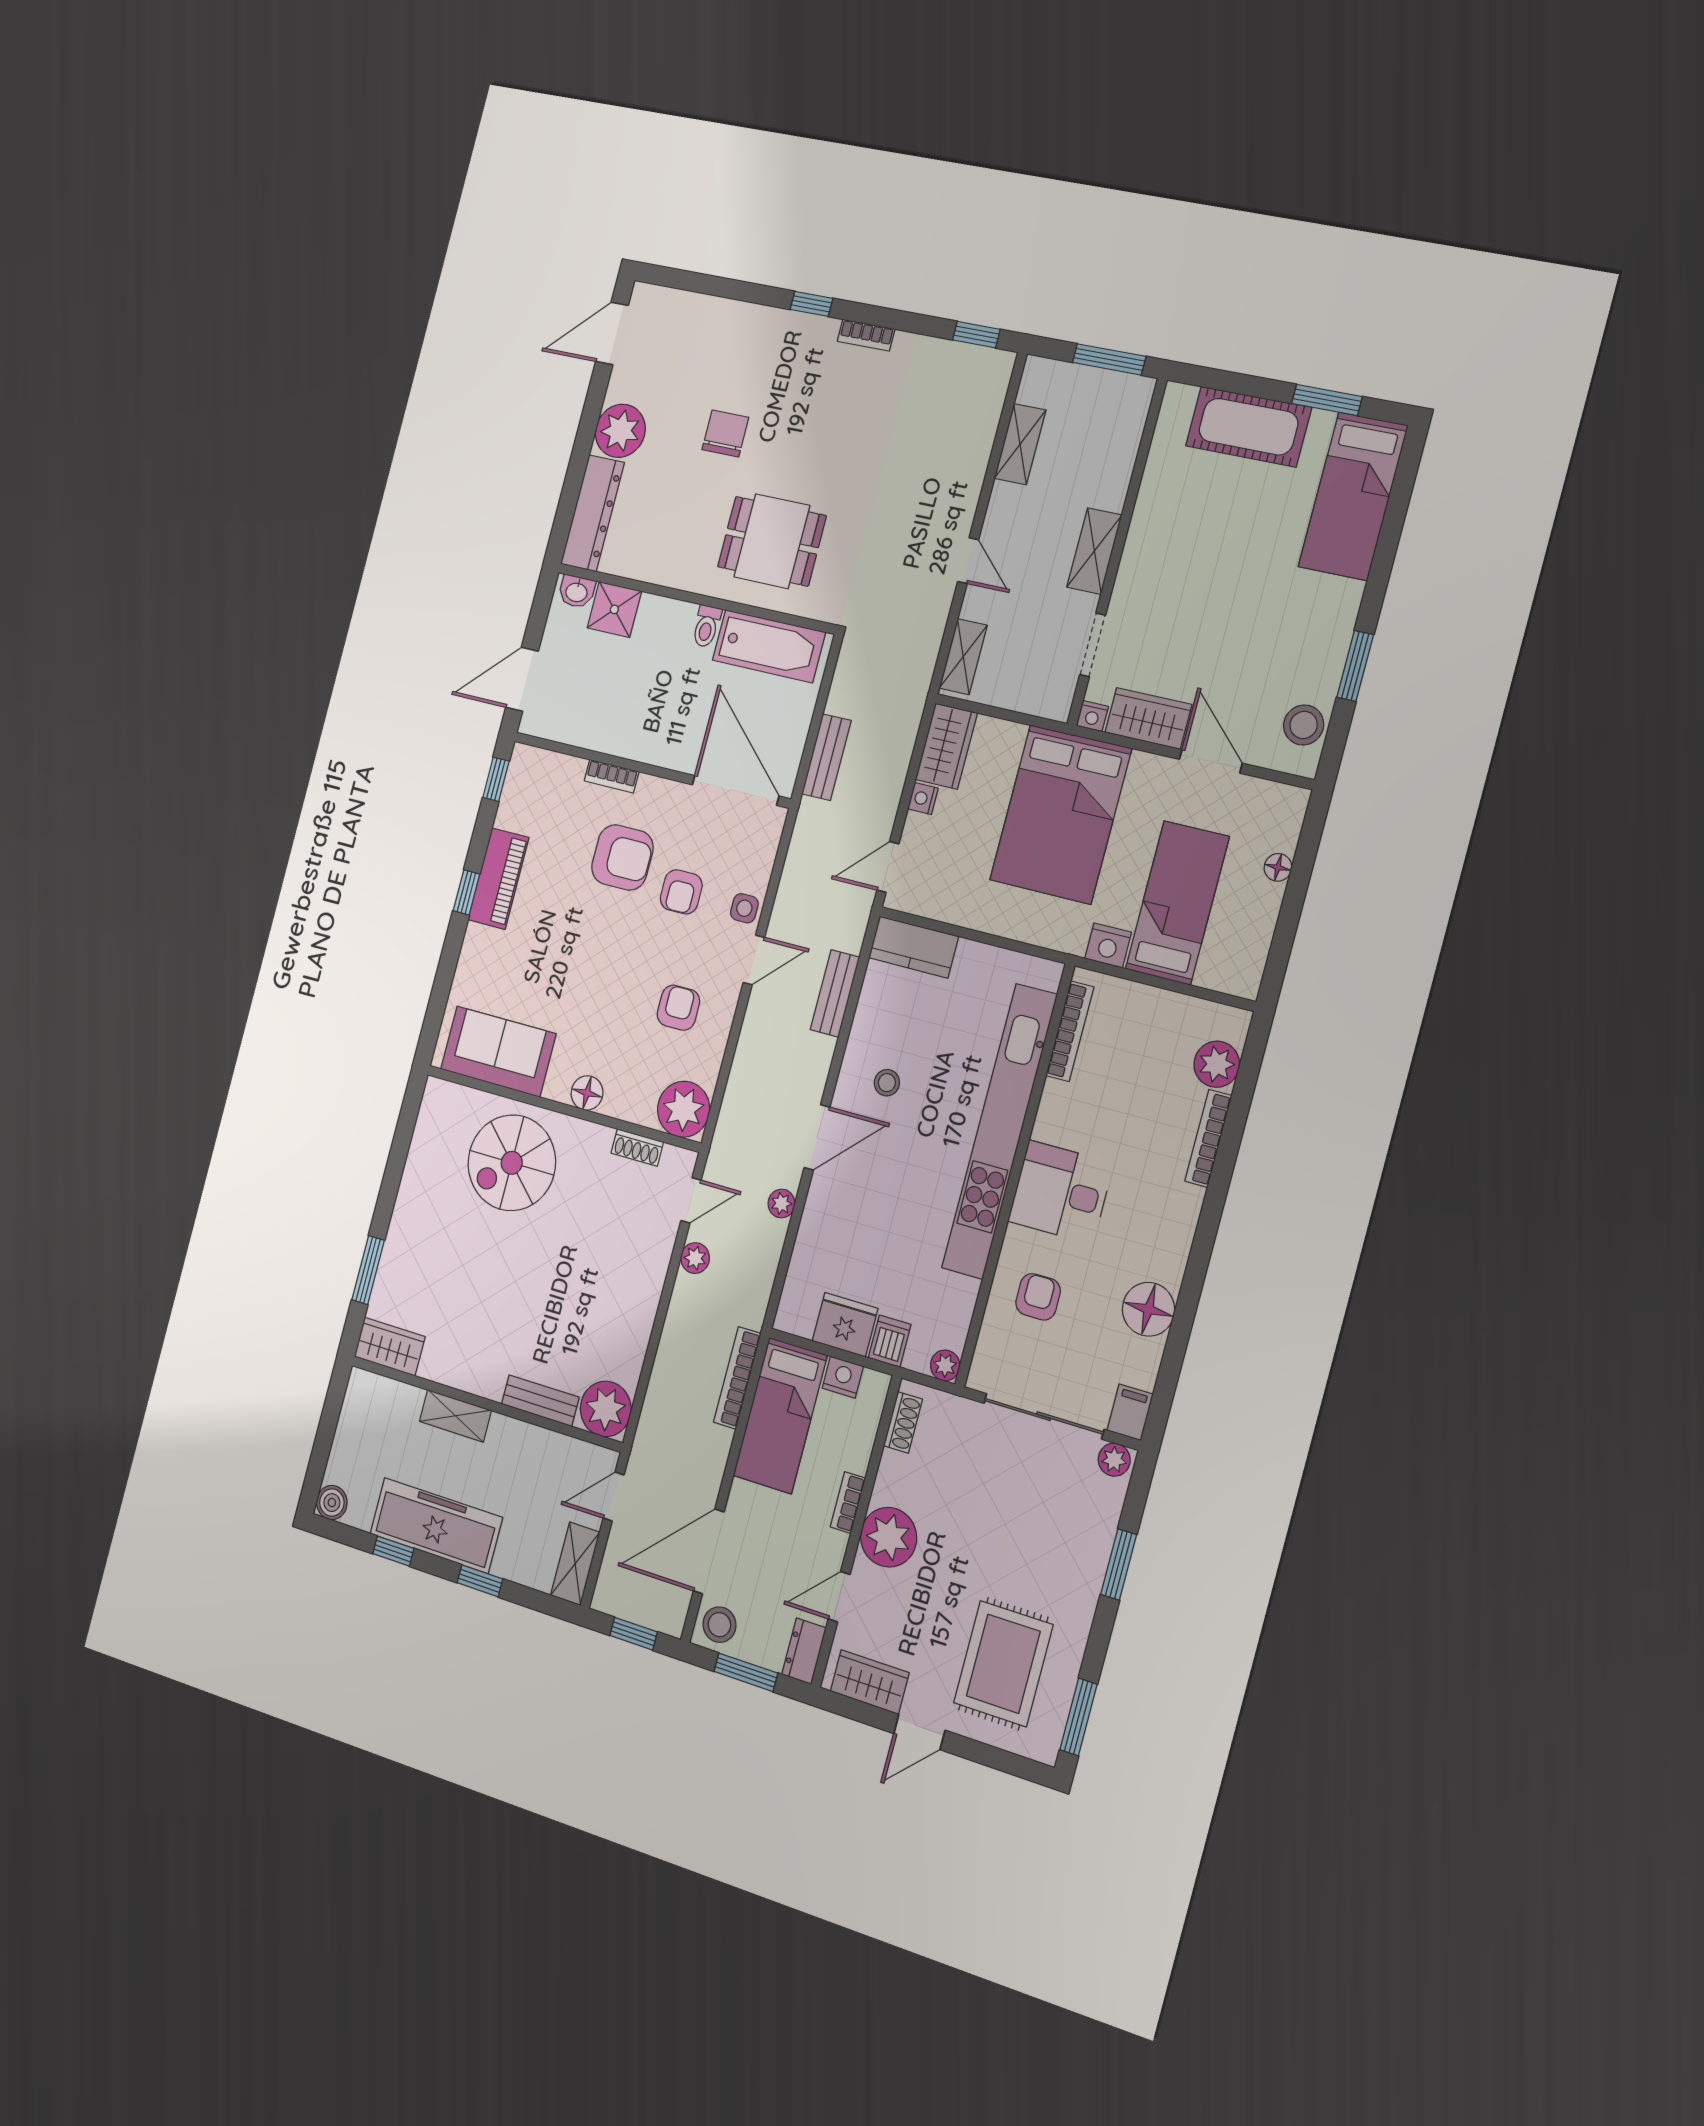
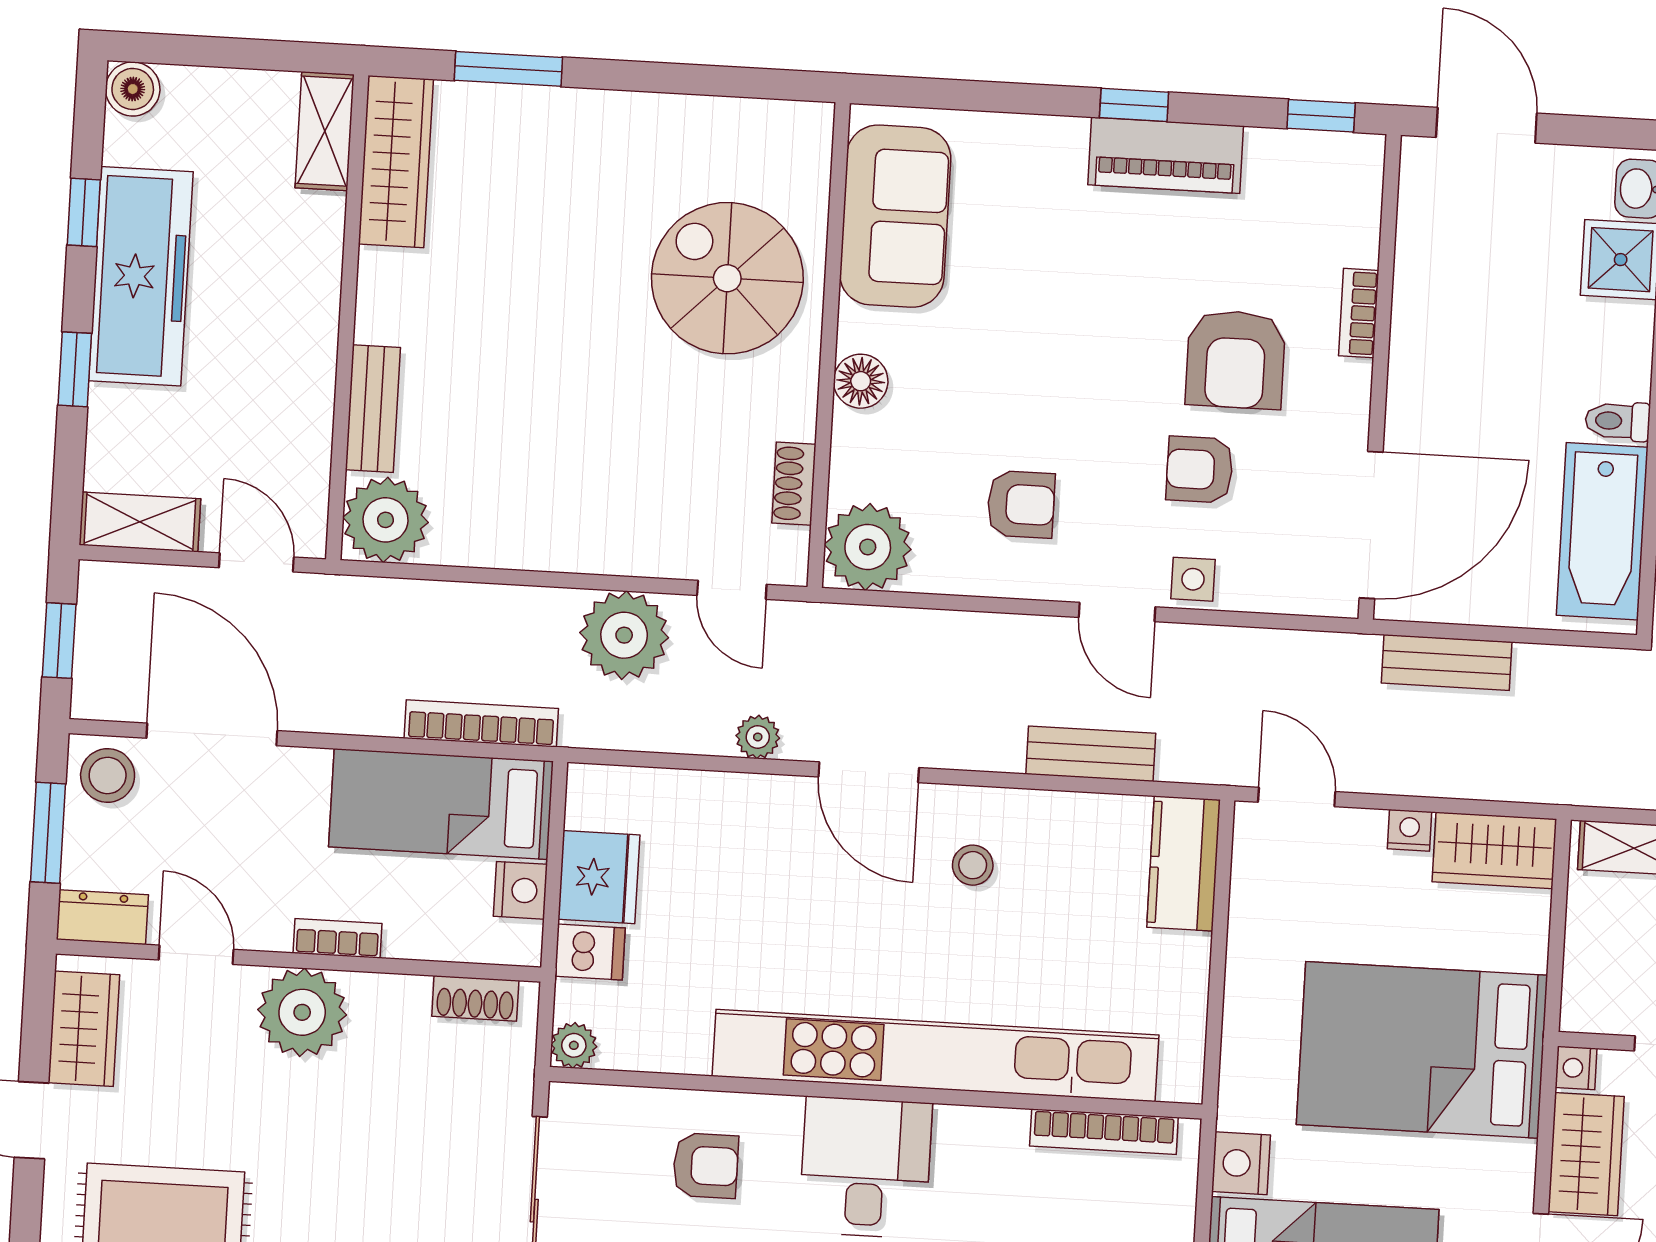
plant: (695, 1258) -> (624, 635), width x1.87, depth x1.87
wardrobe: (390, 1347) -> (396, 162), width x1.50
shelving: (455, 1416) -> (325, 131), moved

